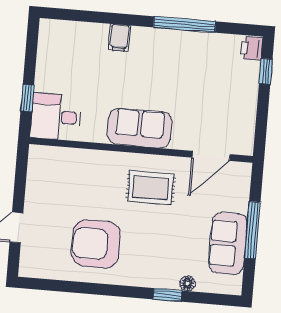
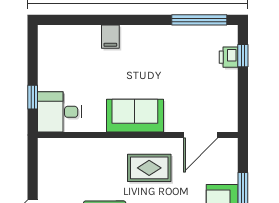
window: (185, 24) -> (199, 20), moved
printer: (252, 48) -> (229, 57), moved

